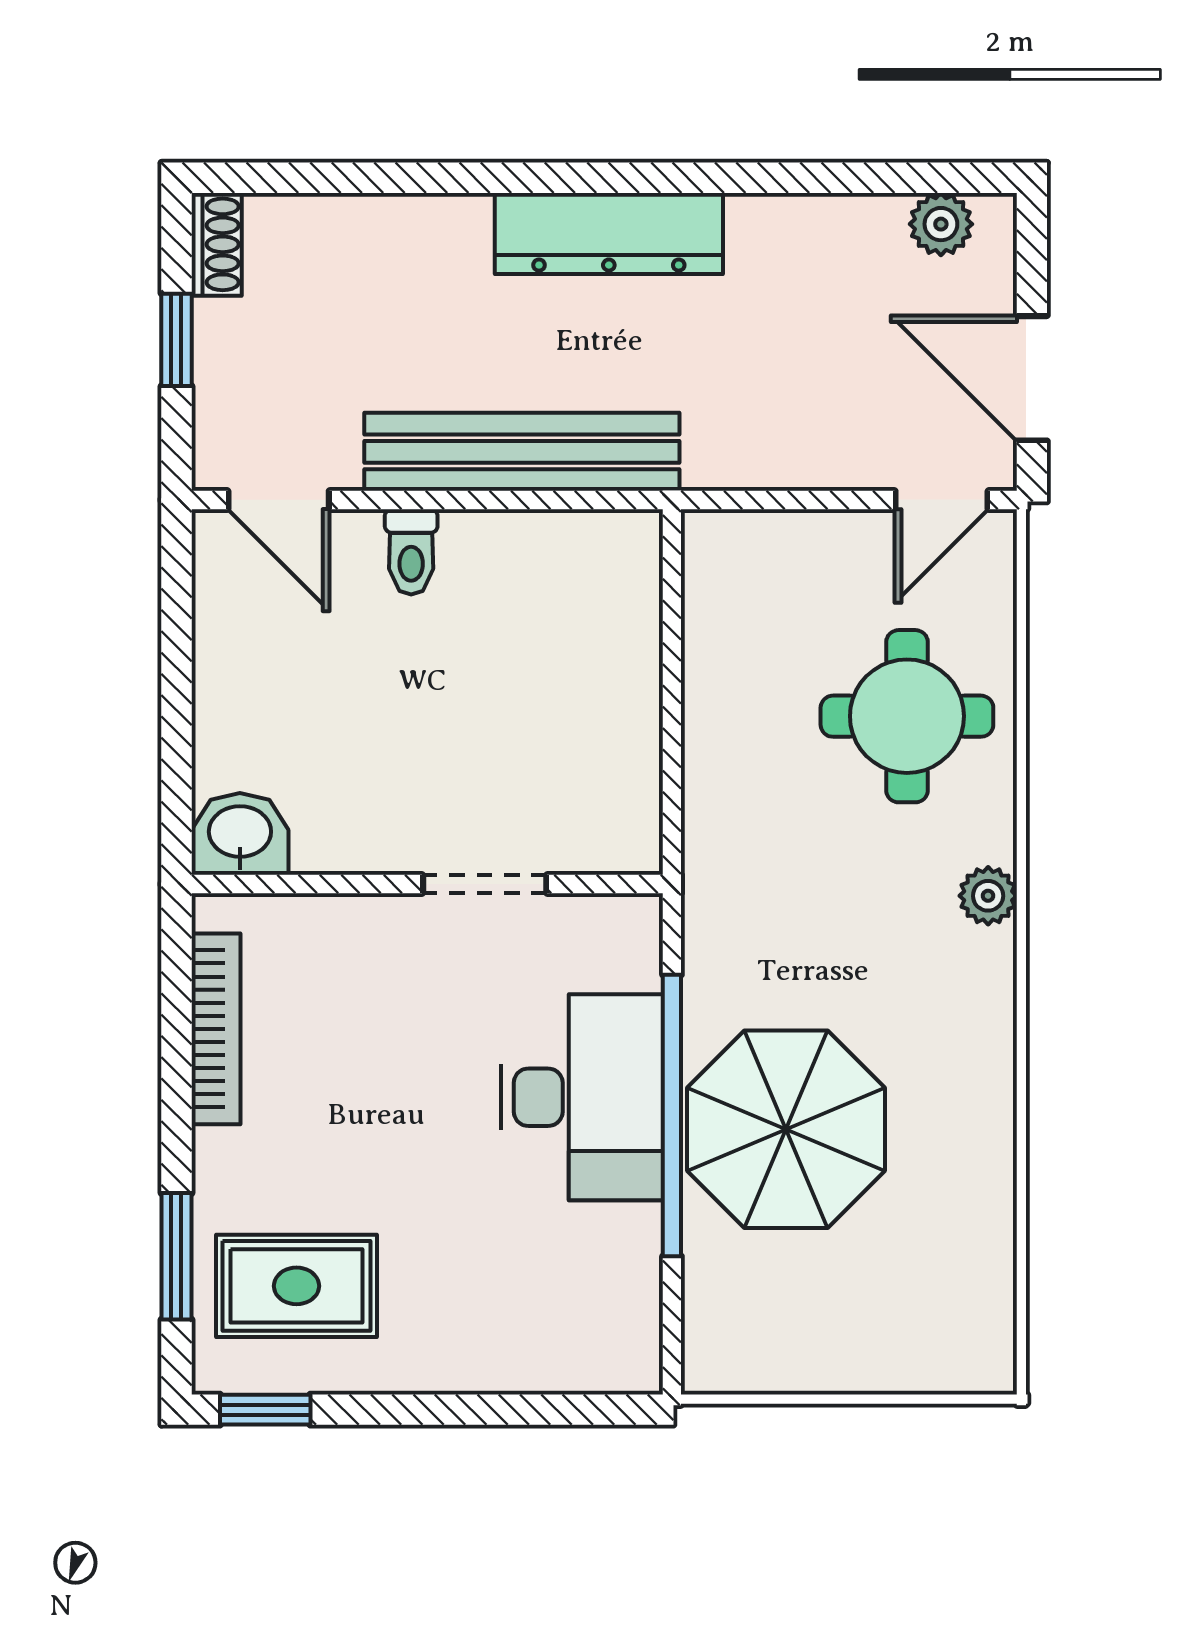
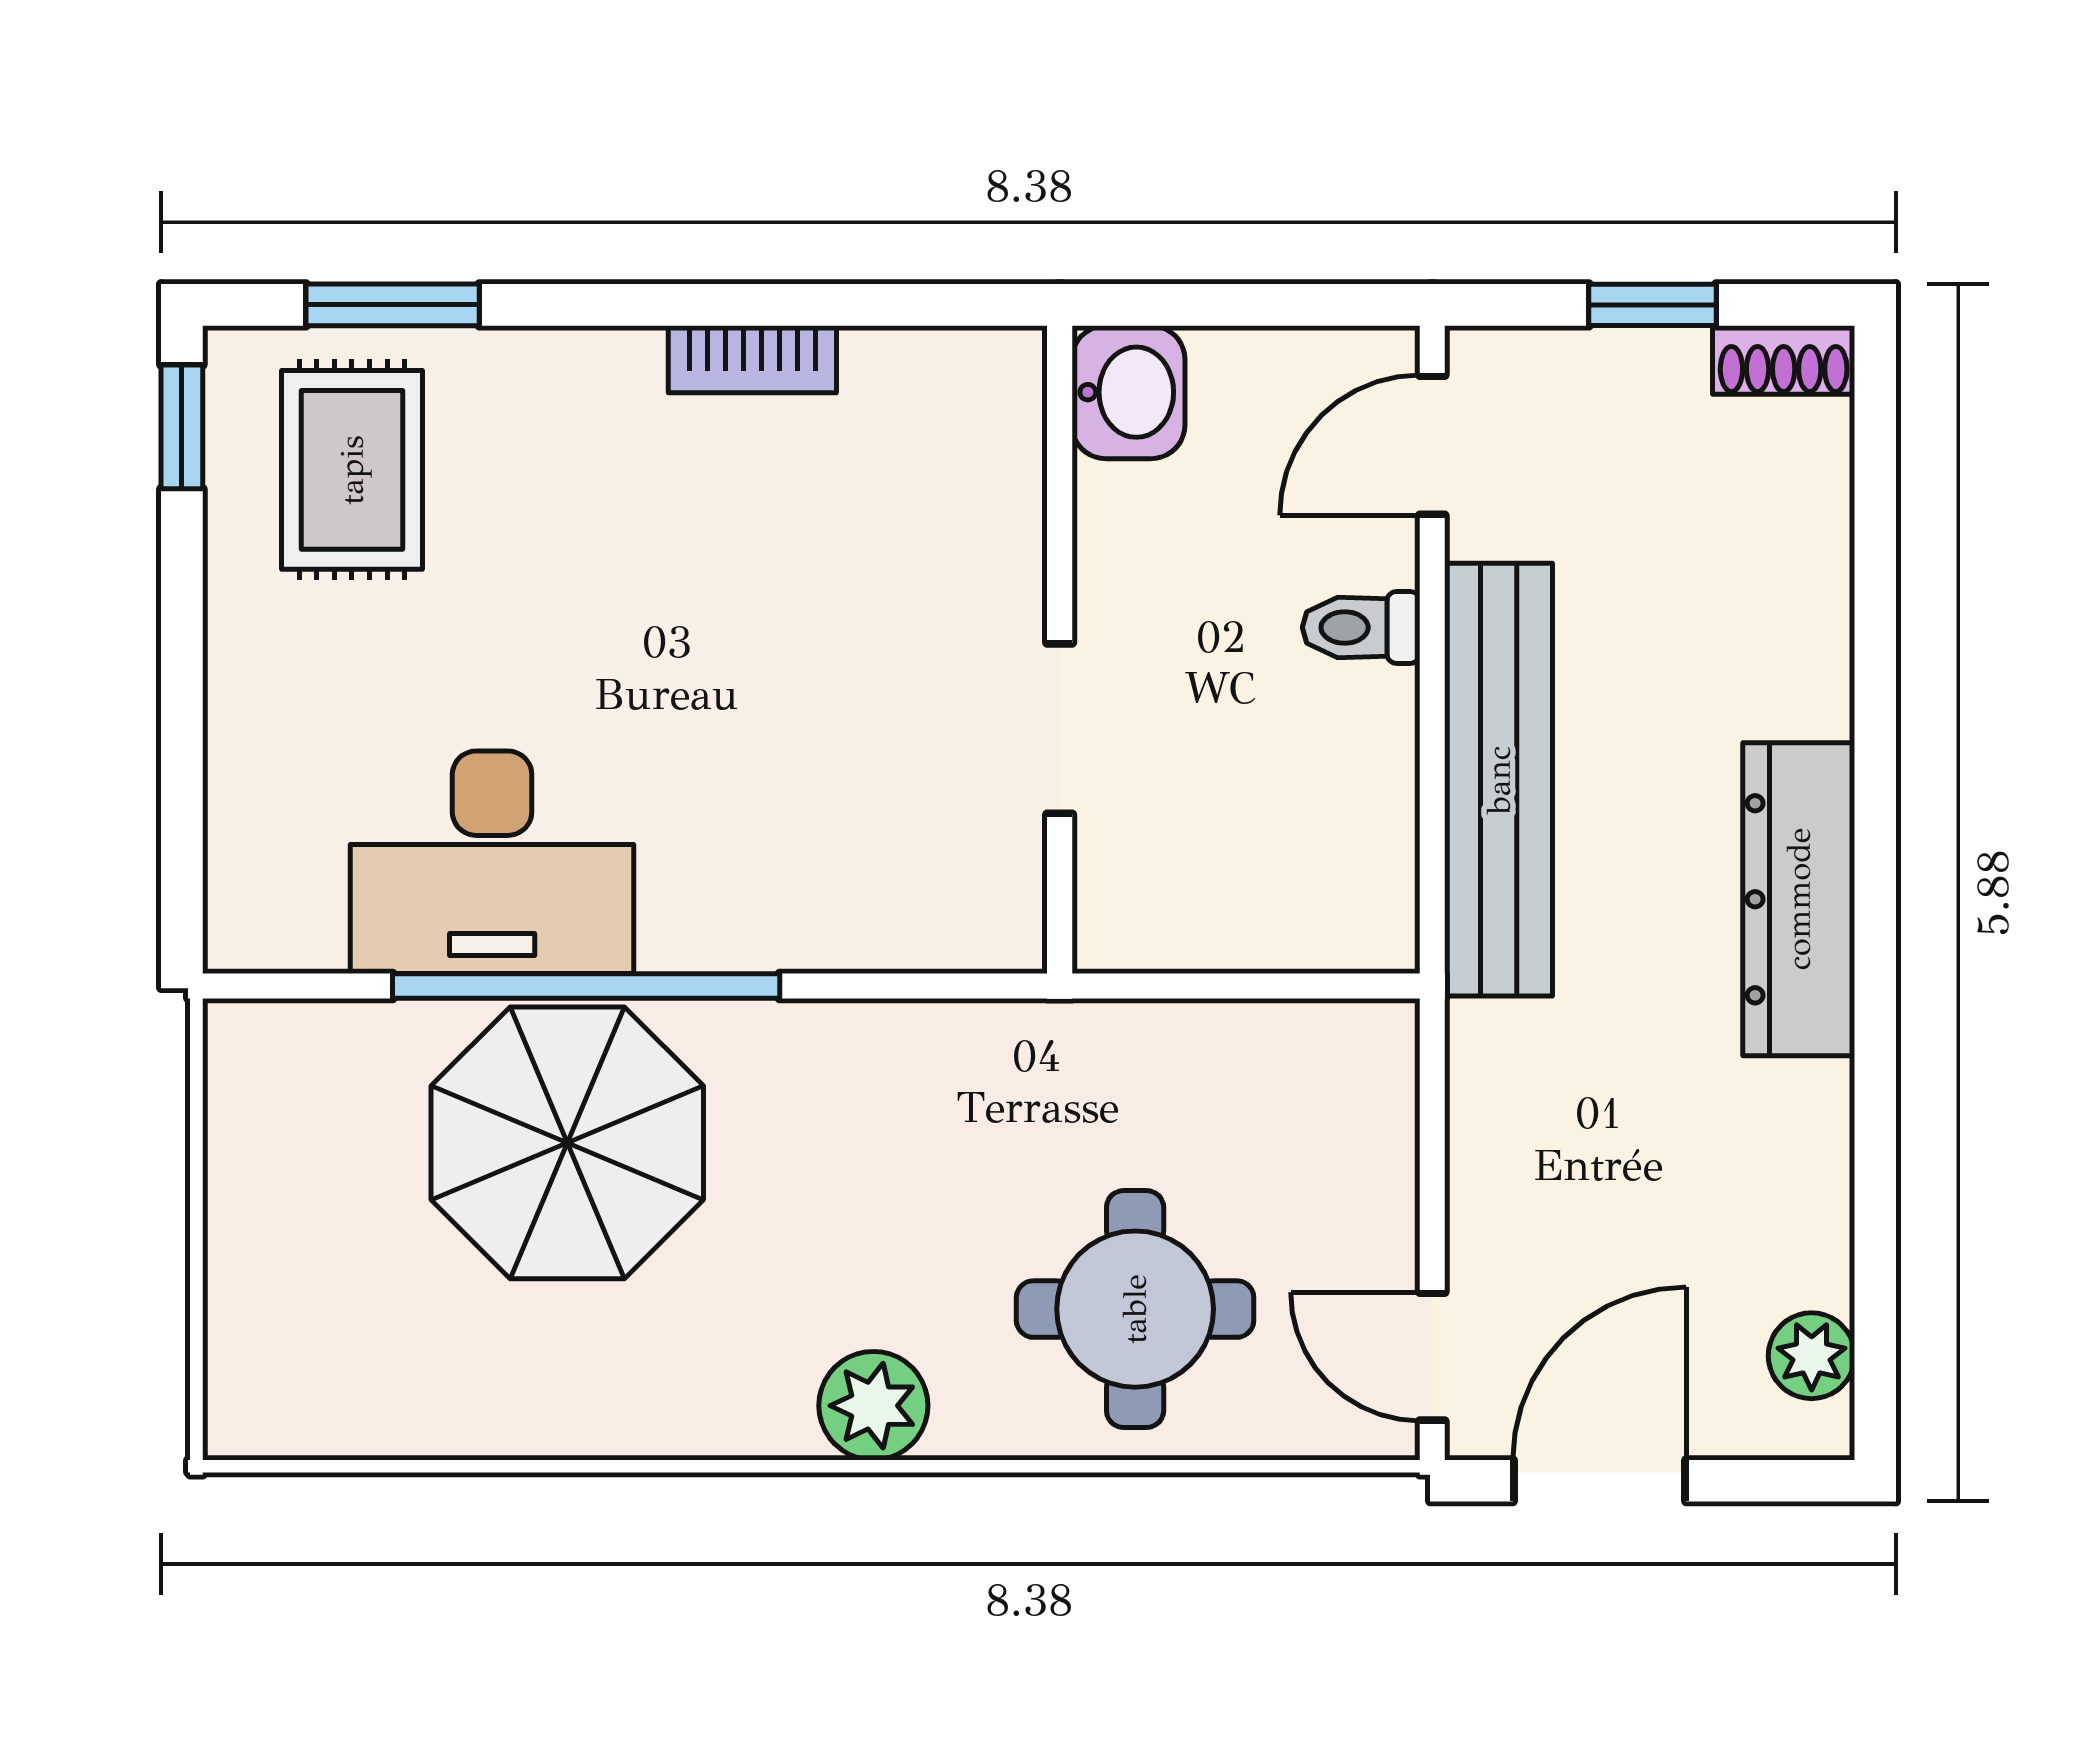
washbasin: (240, 834) -> (1128, 392), moved
wall: (427, 884) -> (1060, 650), moved
doorway: (485, 884) -> (1060, 729), moved
plant: (988, 896) -> (873, 1406), width x1.38, depth x1.38
bookcase: (216, 1029) -> (752, 359), width x0.64
desk: (582, 1097) -> (492, 862), moved

